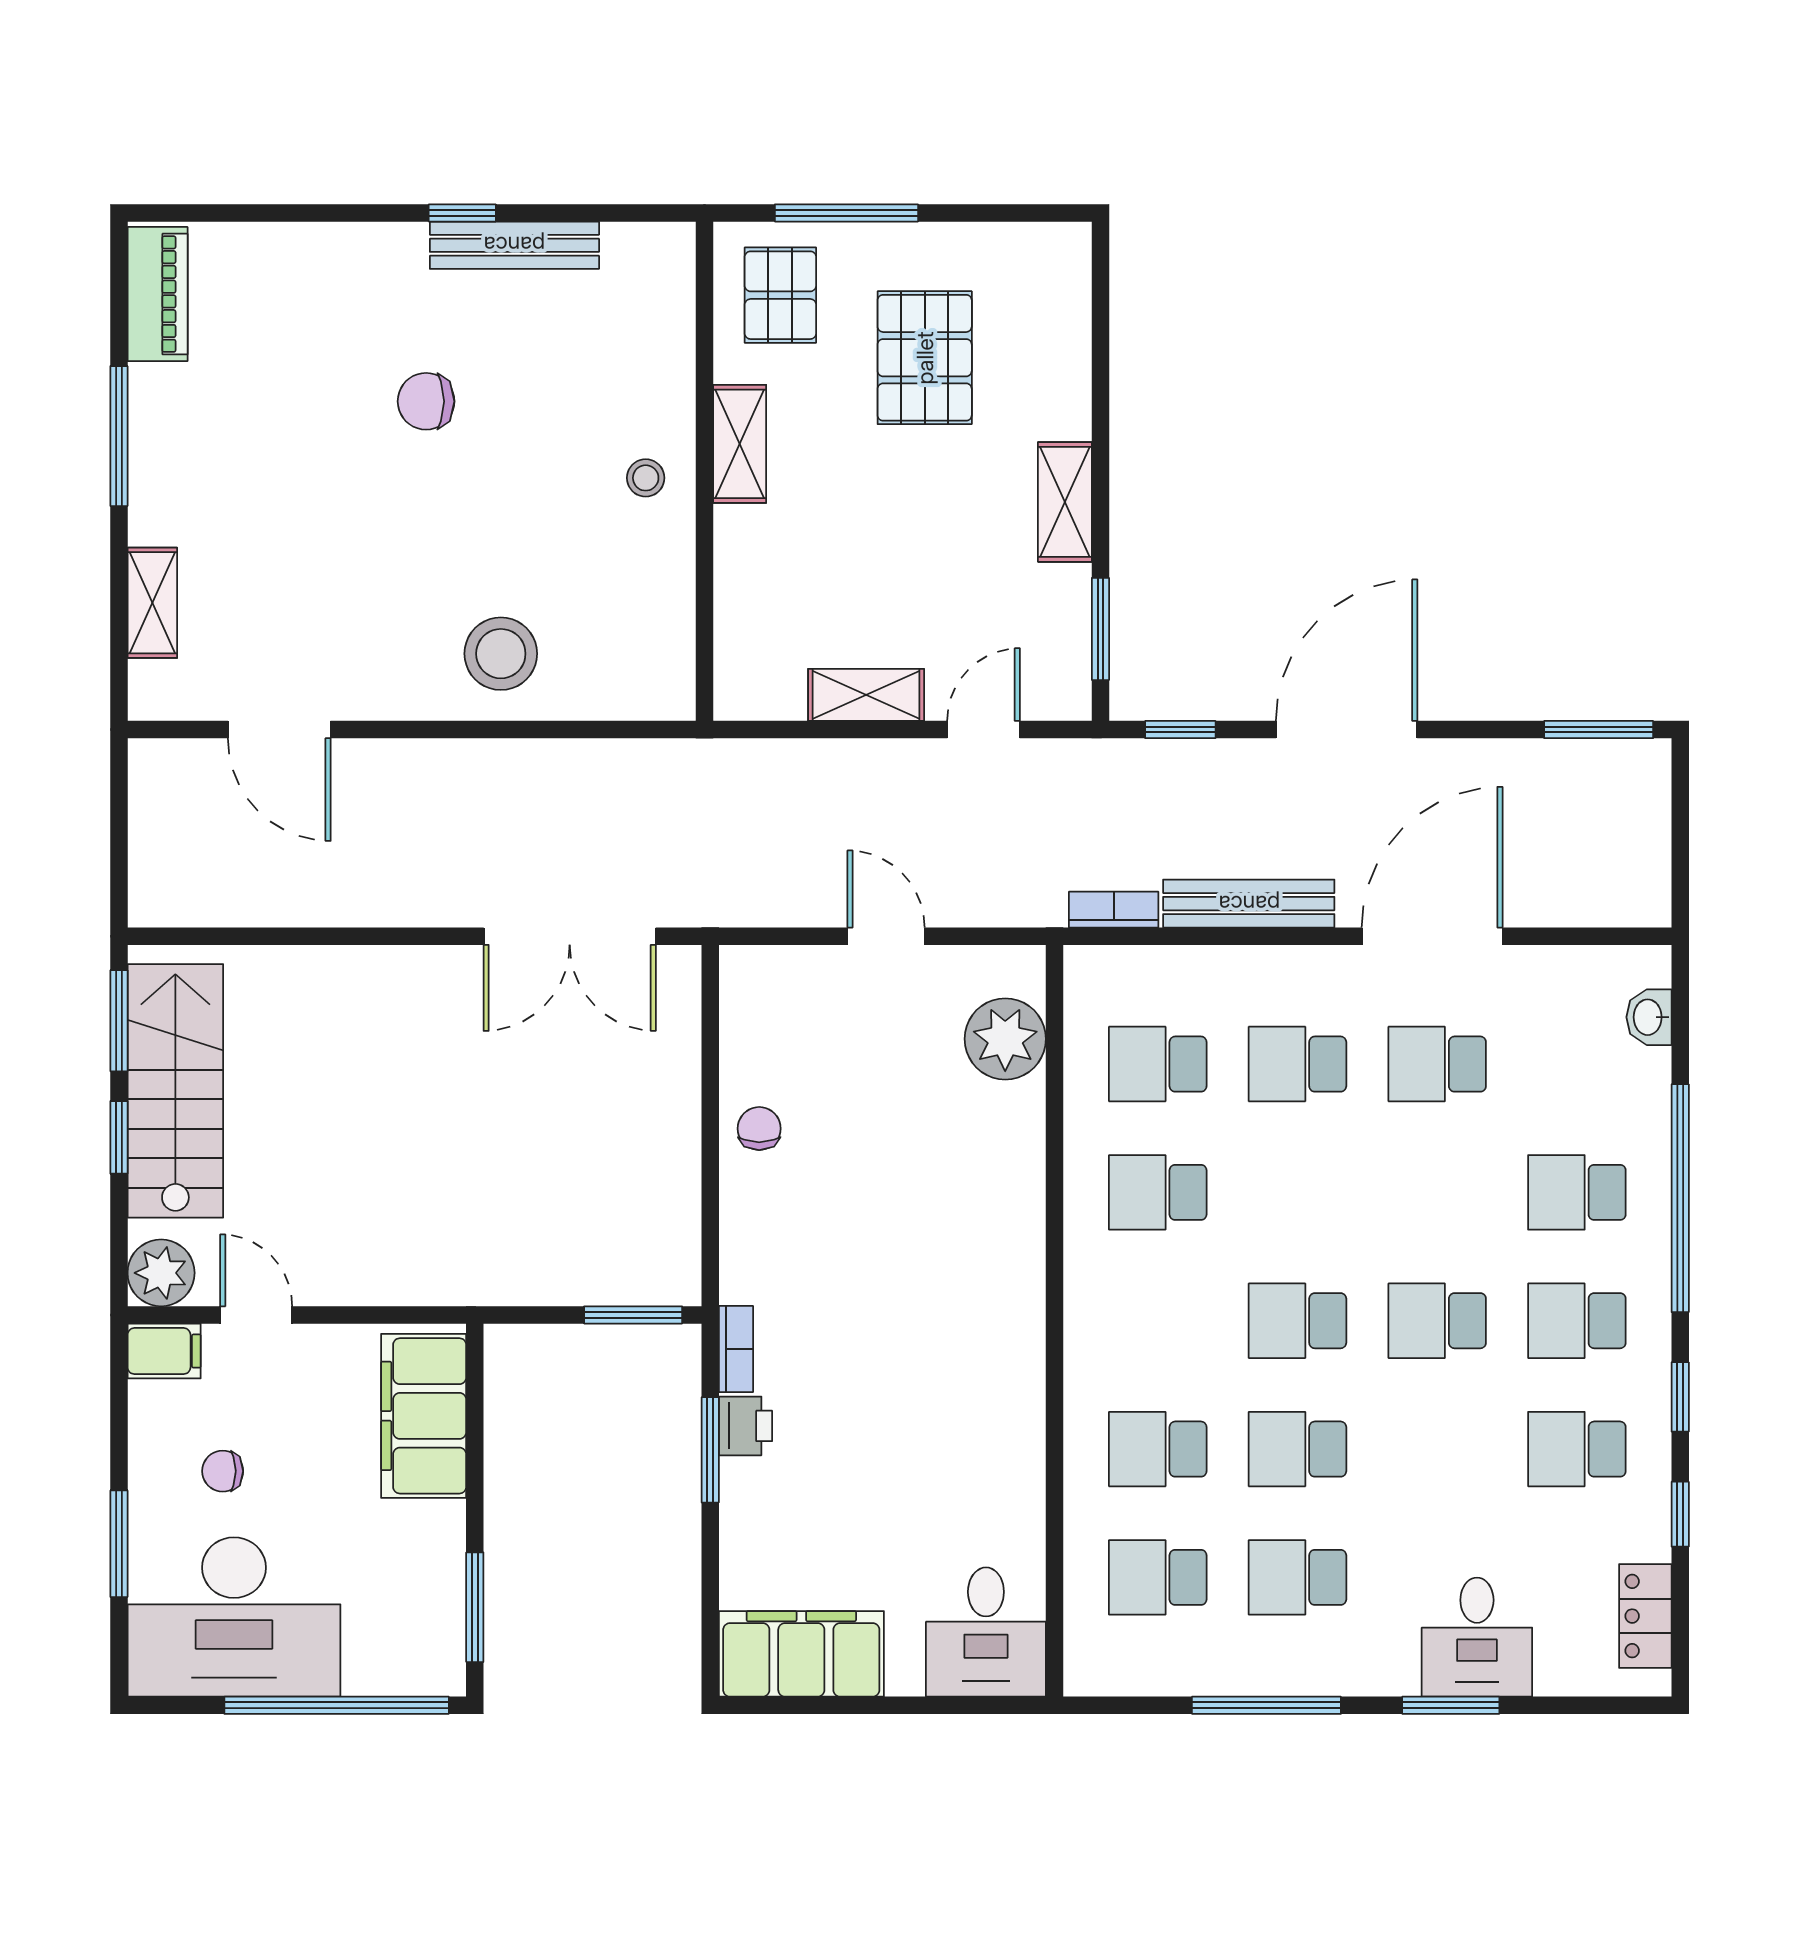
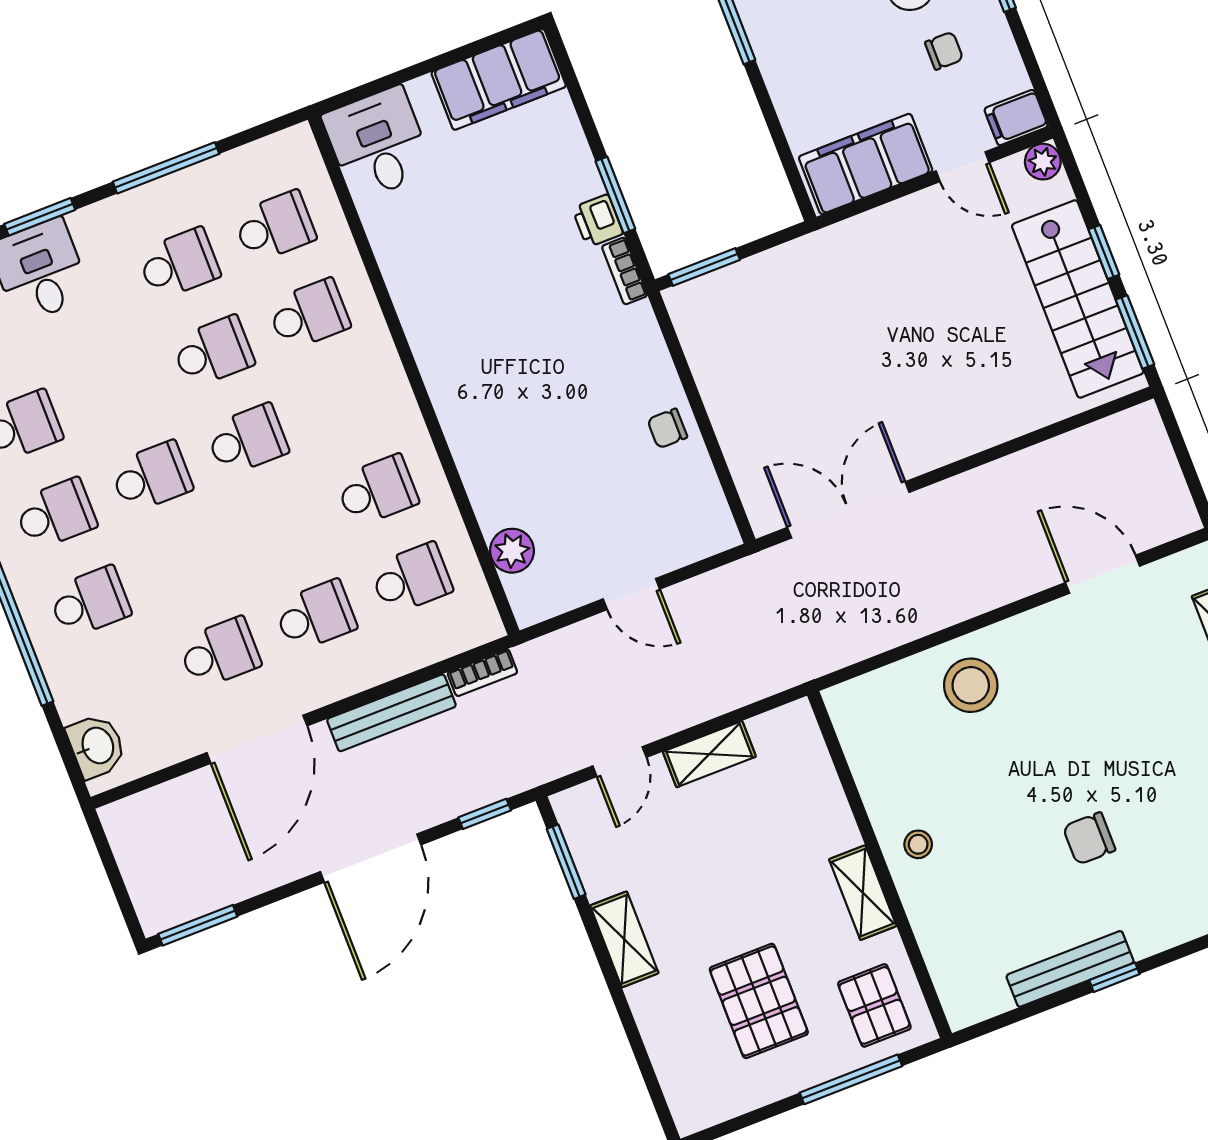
chair: (426, 401) -> (1089, 838), turned 180
washbasin: (1649, 1017) -> (97, 746), width x1.38, depth x1.45
plant: (1005, 1039) -> (512, 551), width x0.73, depth x0.73
chair: (759, 1129) -> (667, 428), turned 90
plant: (161, 1273) -> (1043, 162), width x0.73, depth x0.73
filing cabinet: (424, 1416) -> (866, 164), moved, turned -90

